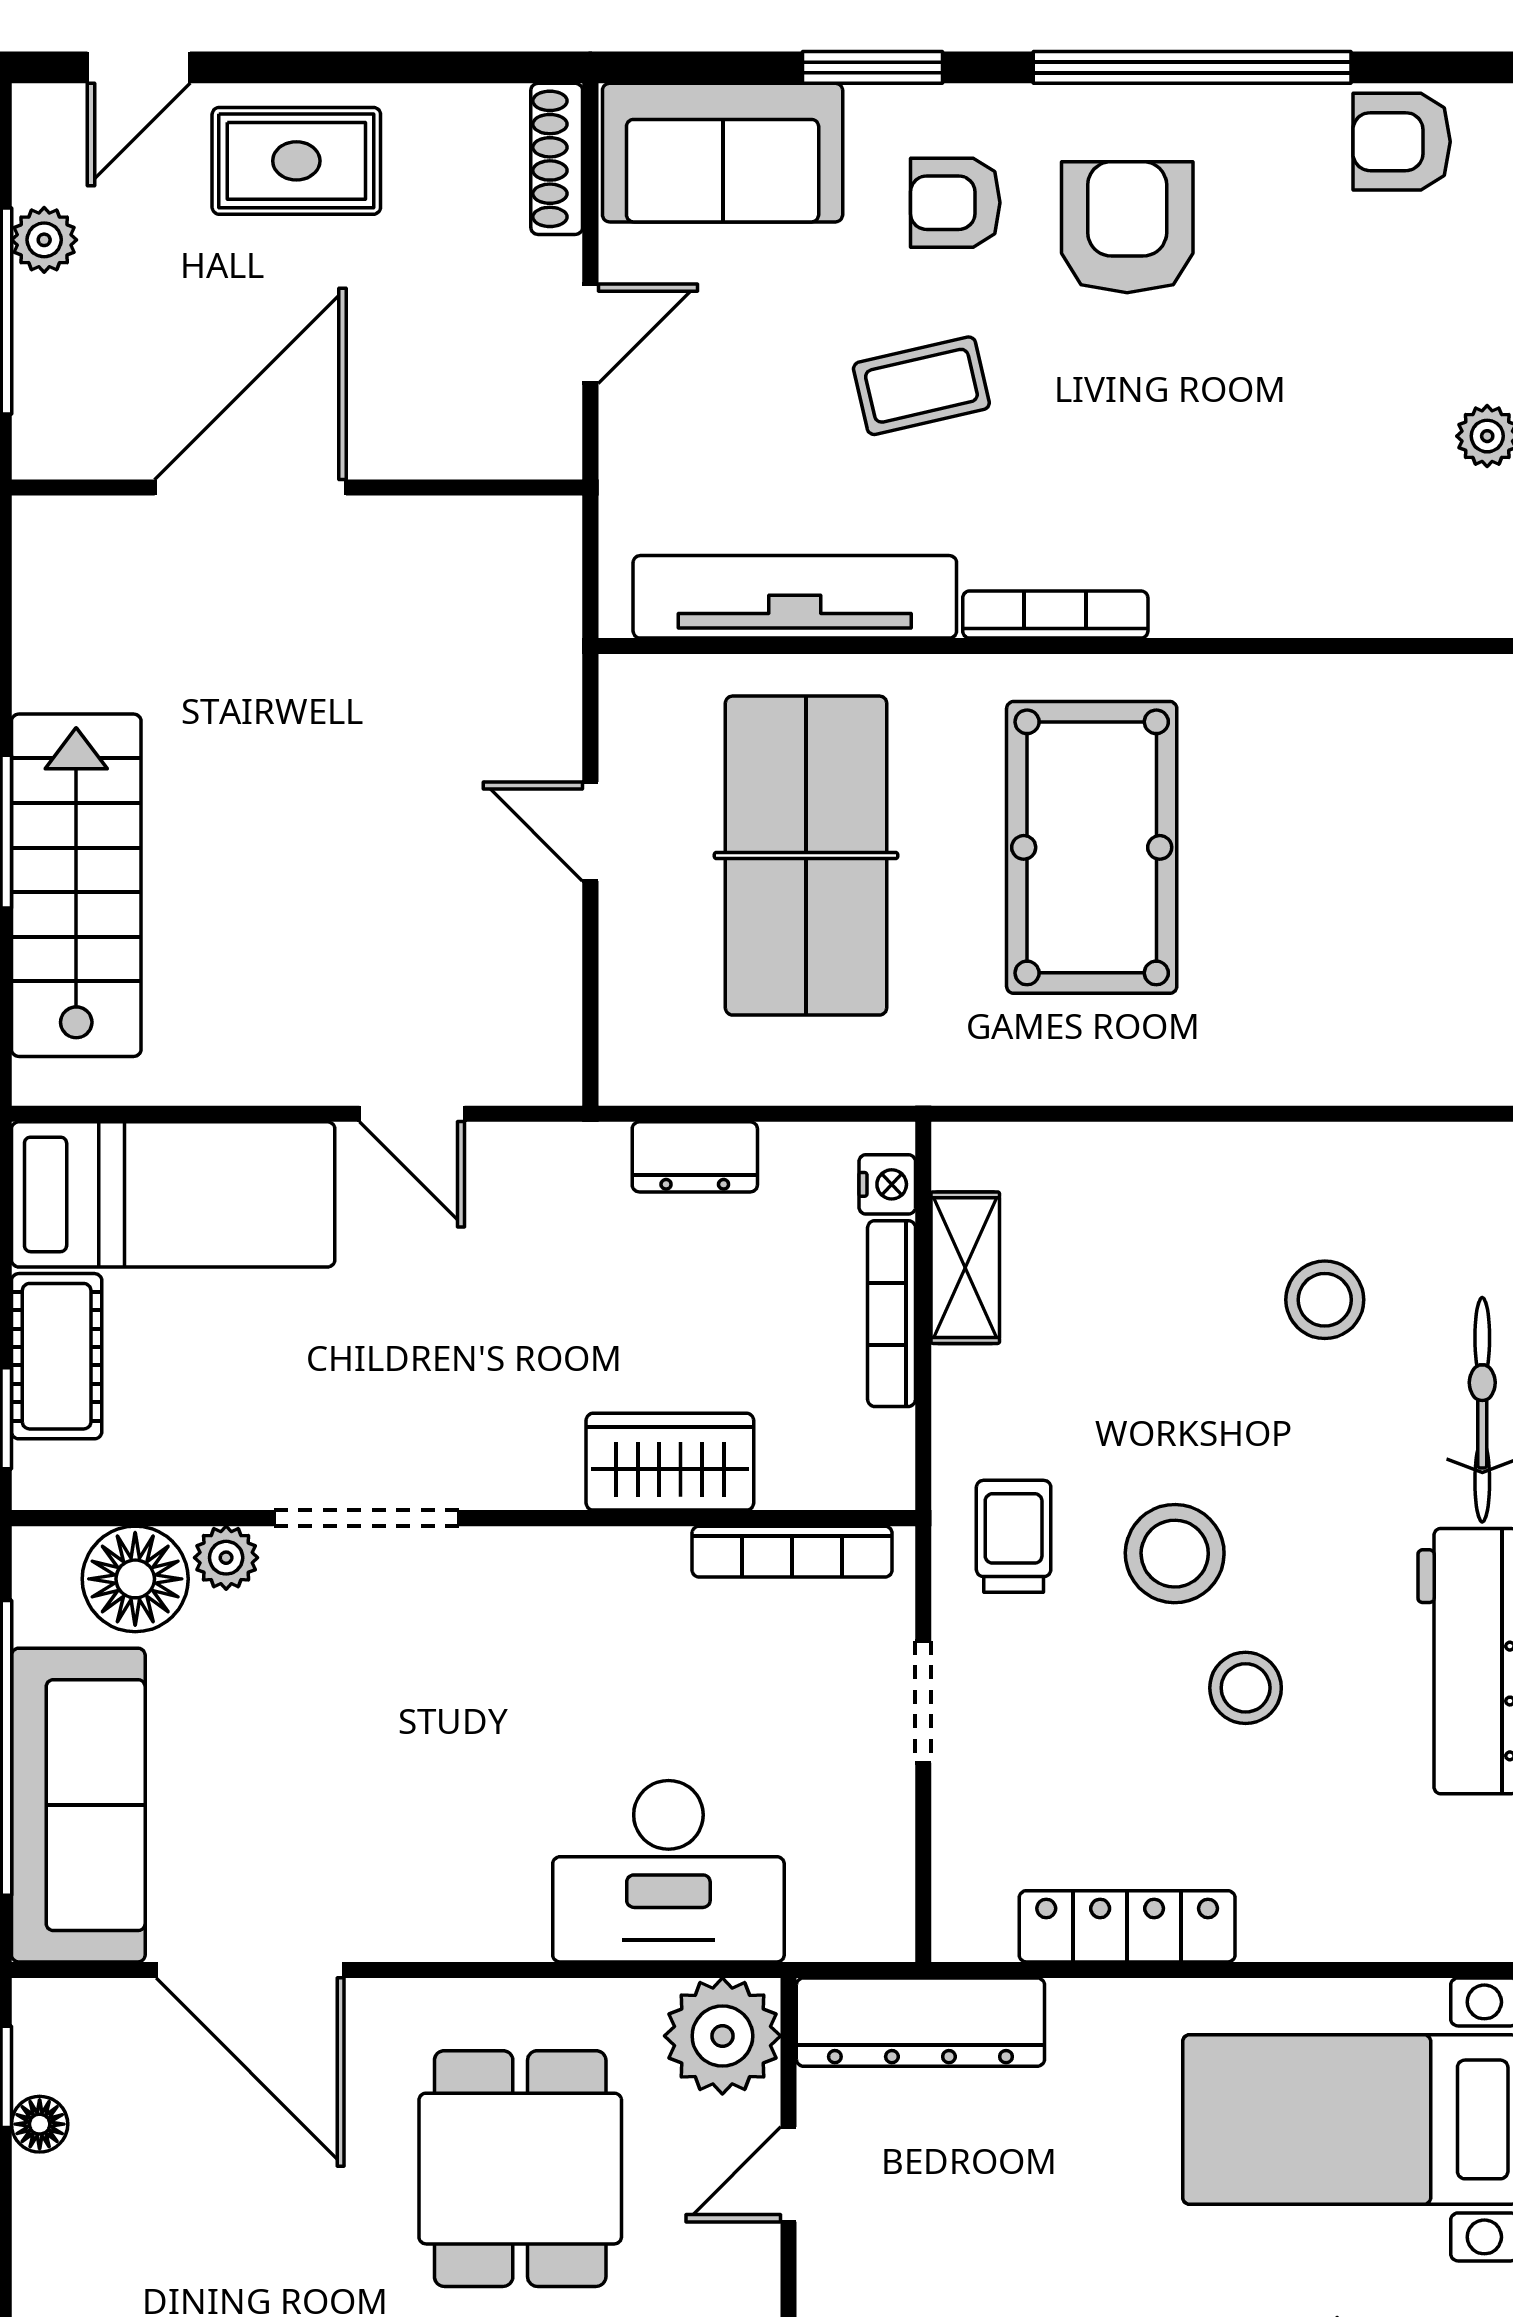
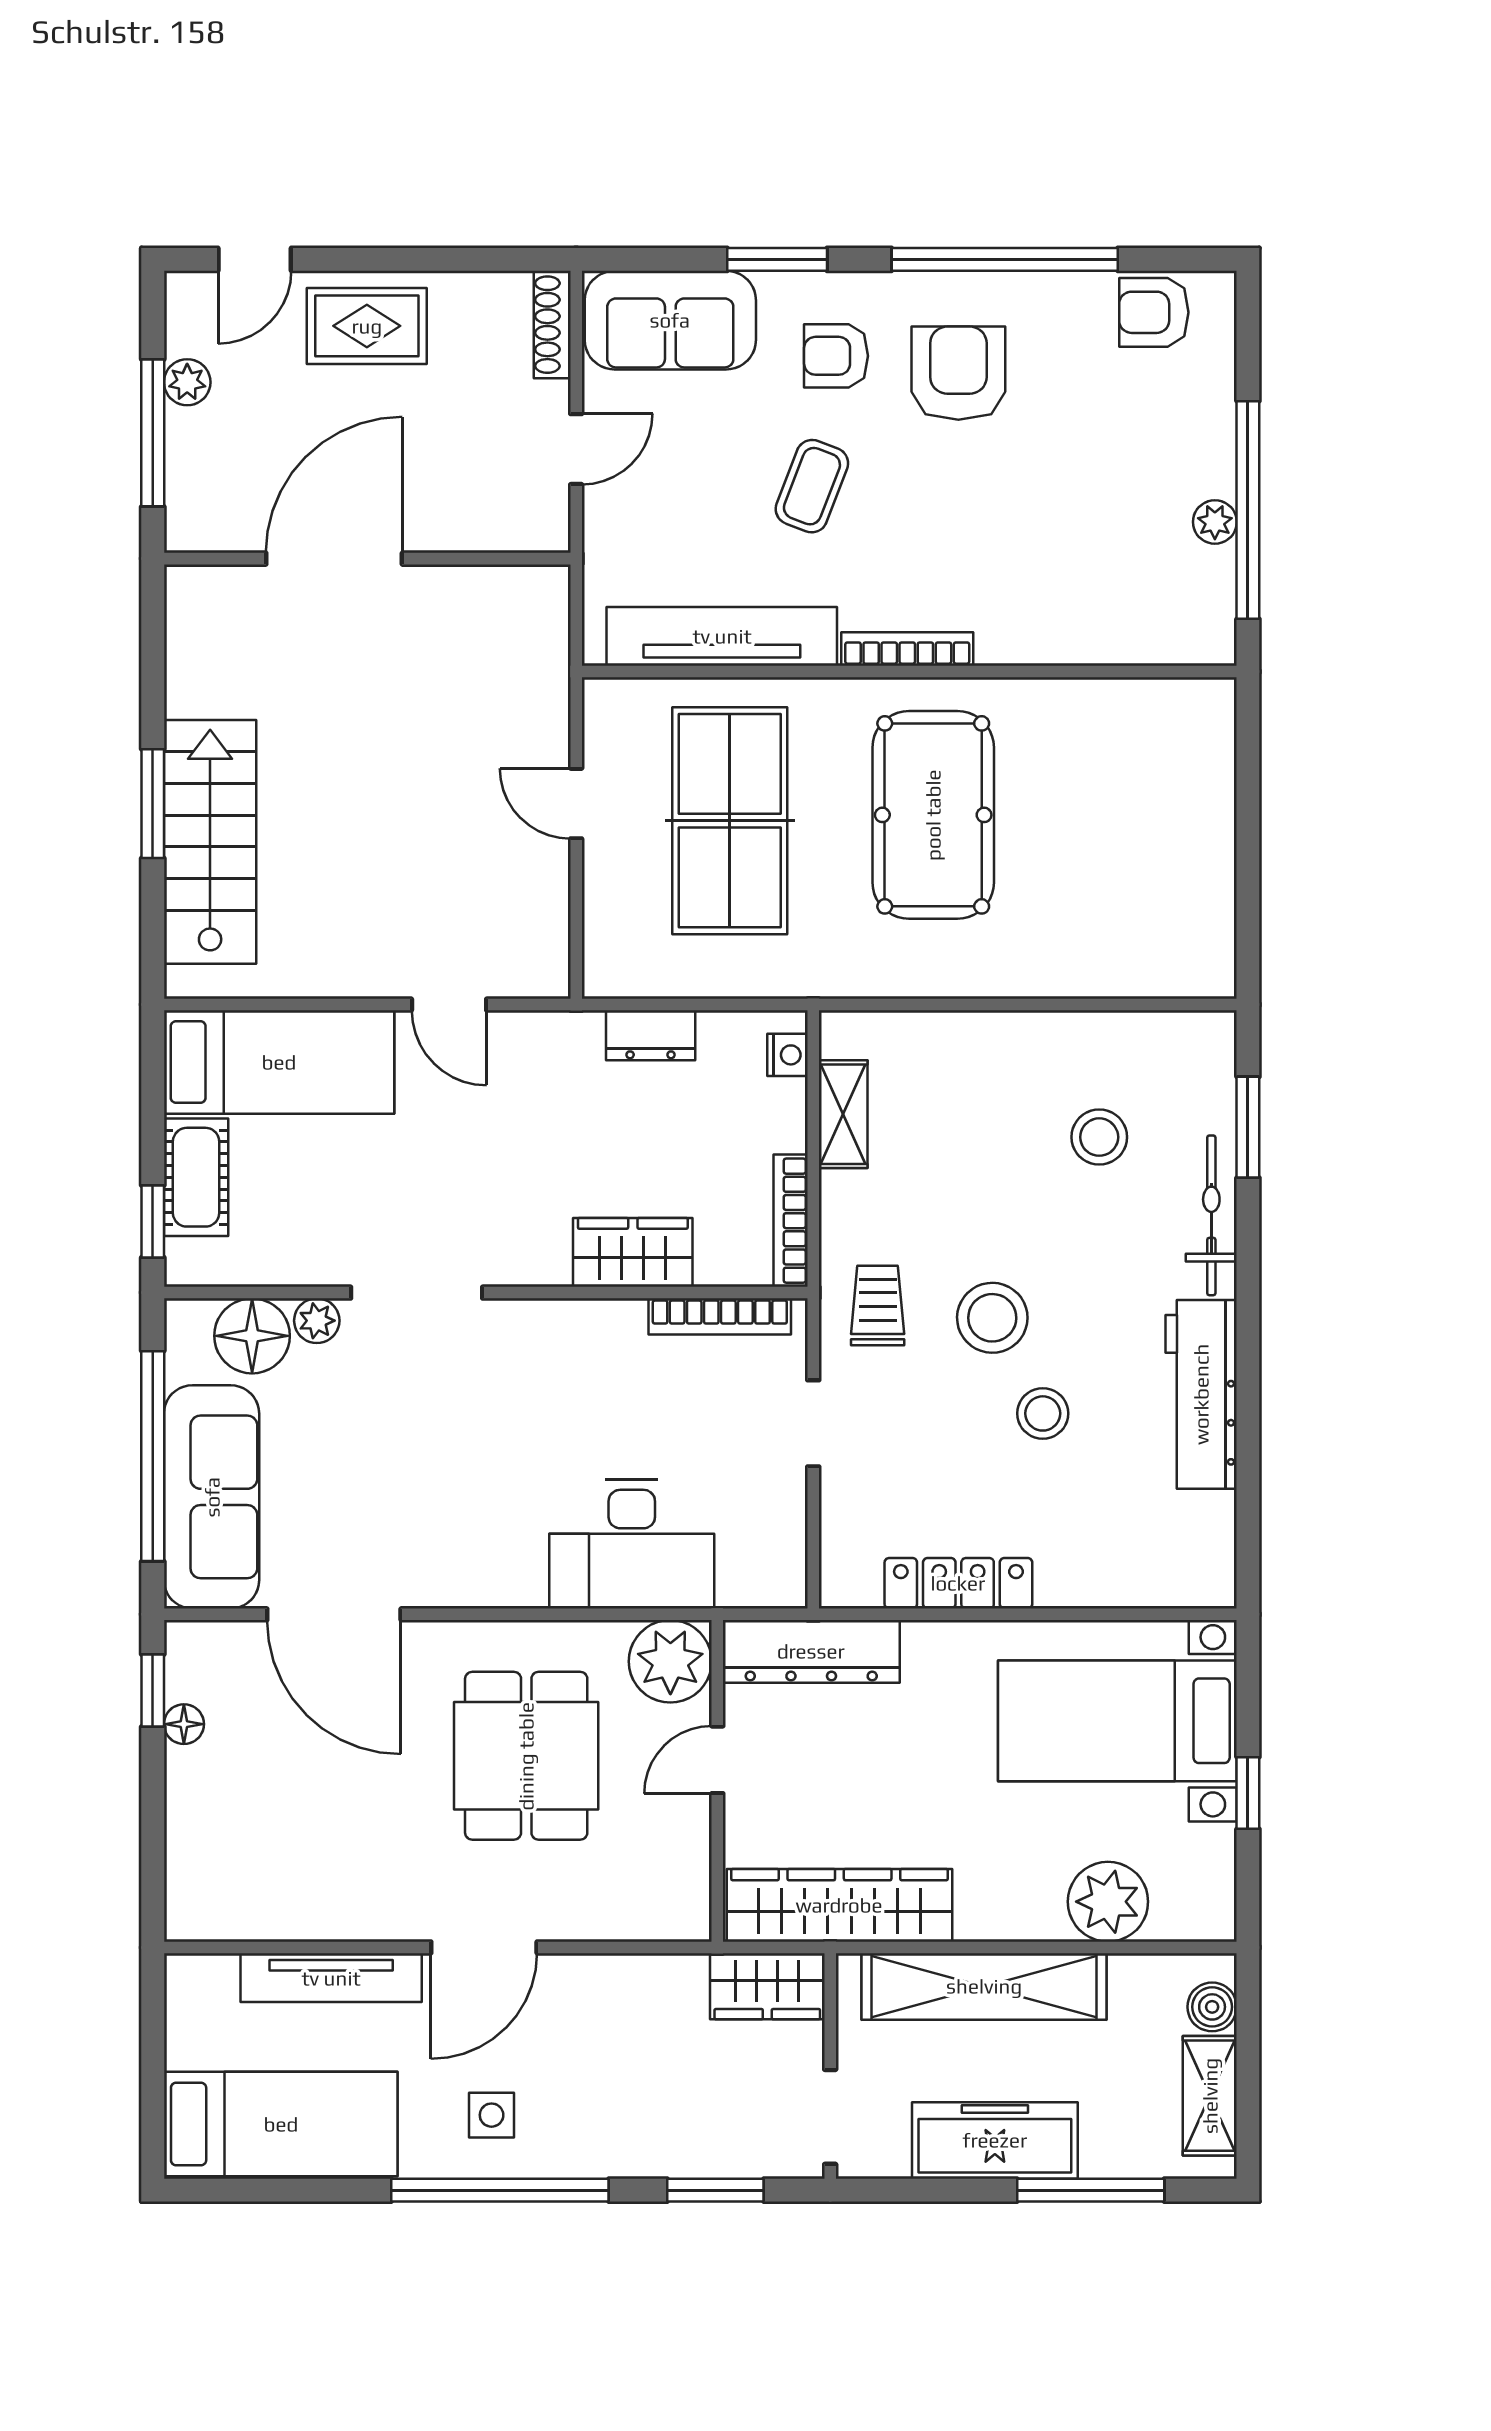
coffee table: (921, 386) -> (812, 486), turned -56
bookcase: (892, 1314) -> (791, 1221), moved

